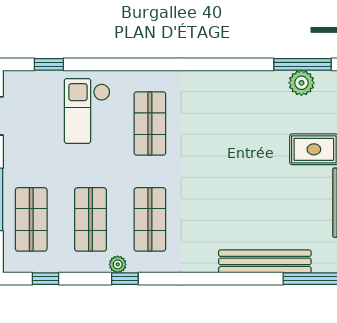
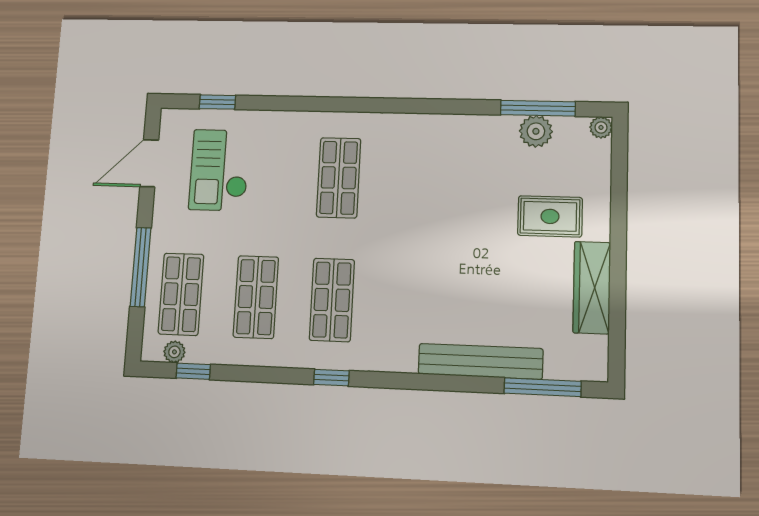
checkout: (87, 111) -> (219, 170), moved
plant: (118, 264) -> (174, 352), moved
window: (125, 279) -> (331, 378), moved

